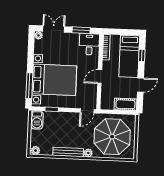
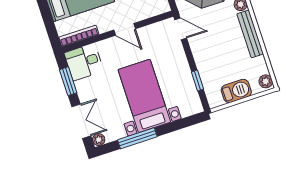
double door: (54, 29) -> (81, 121), swing flipped
bed with nightstands: (54, 80) -> (144, 96), width x0.73
window: (29, 86) -> (137, 138), moved
barbecue: (37, 120) -> (236, 91), moved

